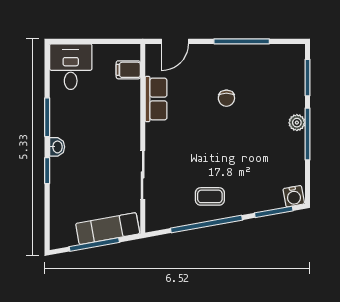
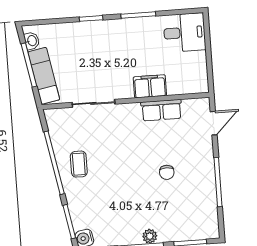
door: (175, 41) -> (214, 123), swing flipped
filing cabinet: (128, 70) -> (150, 86), moved, width x2.00
chair: (226, 98) -> (167, 172), turned -90
washbasin: (57, 147) -> (32, 41), moved, turned -100

